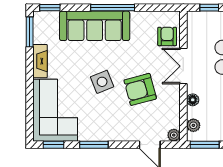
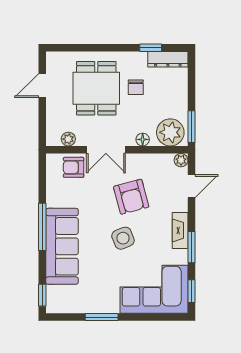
window: (209, 8) -> (42, 122), removed
window: (30, 32) -> (102, 317), moved
plant: (193, 32) -> (68, 139), added
fireplace: (40, 61) -> (180, 230), moved, turned -90
plant: (193, 125) -> (170, 132), width x1.87, depth x1.87

